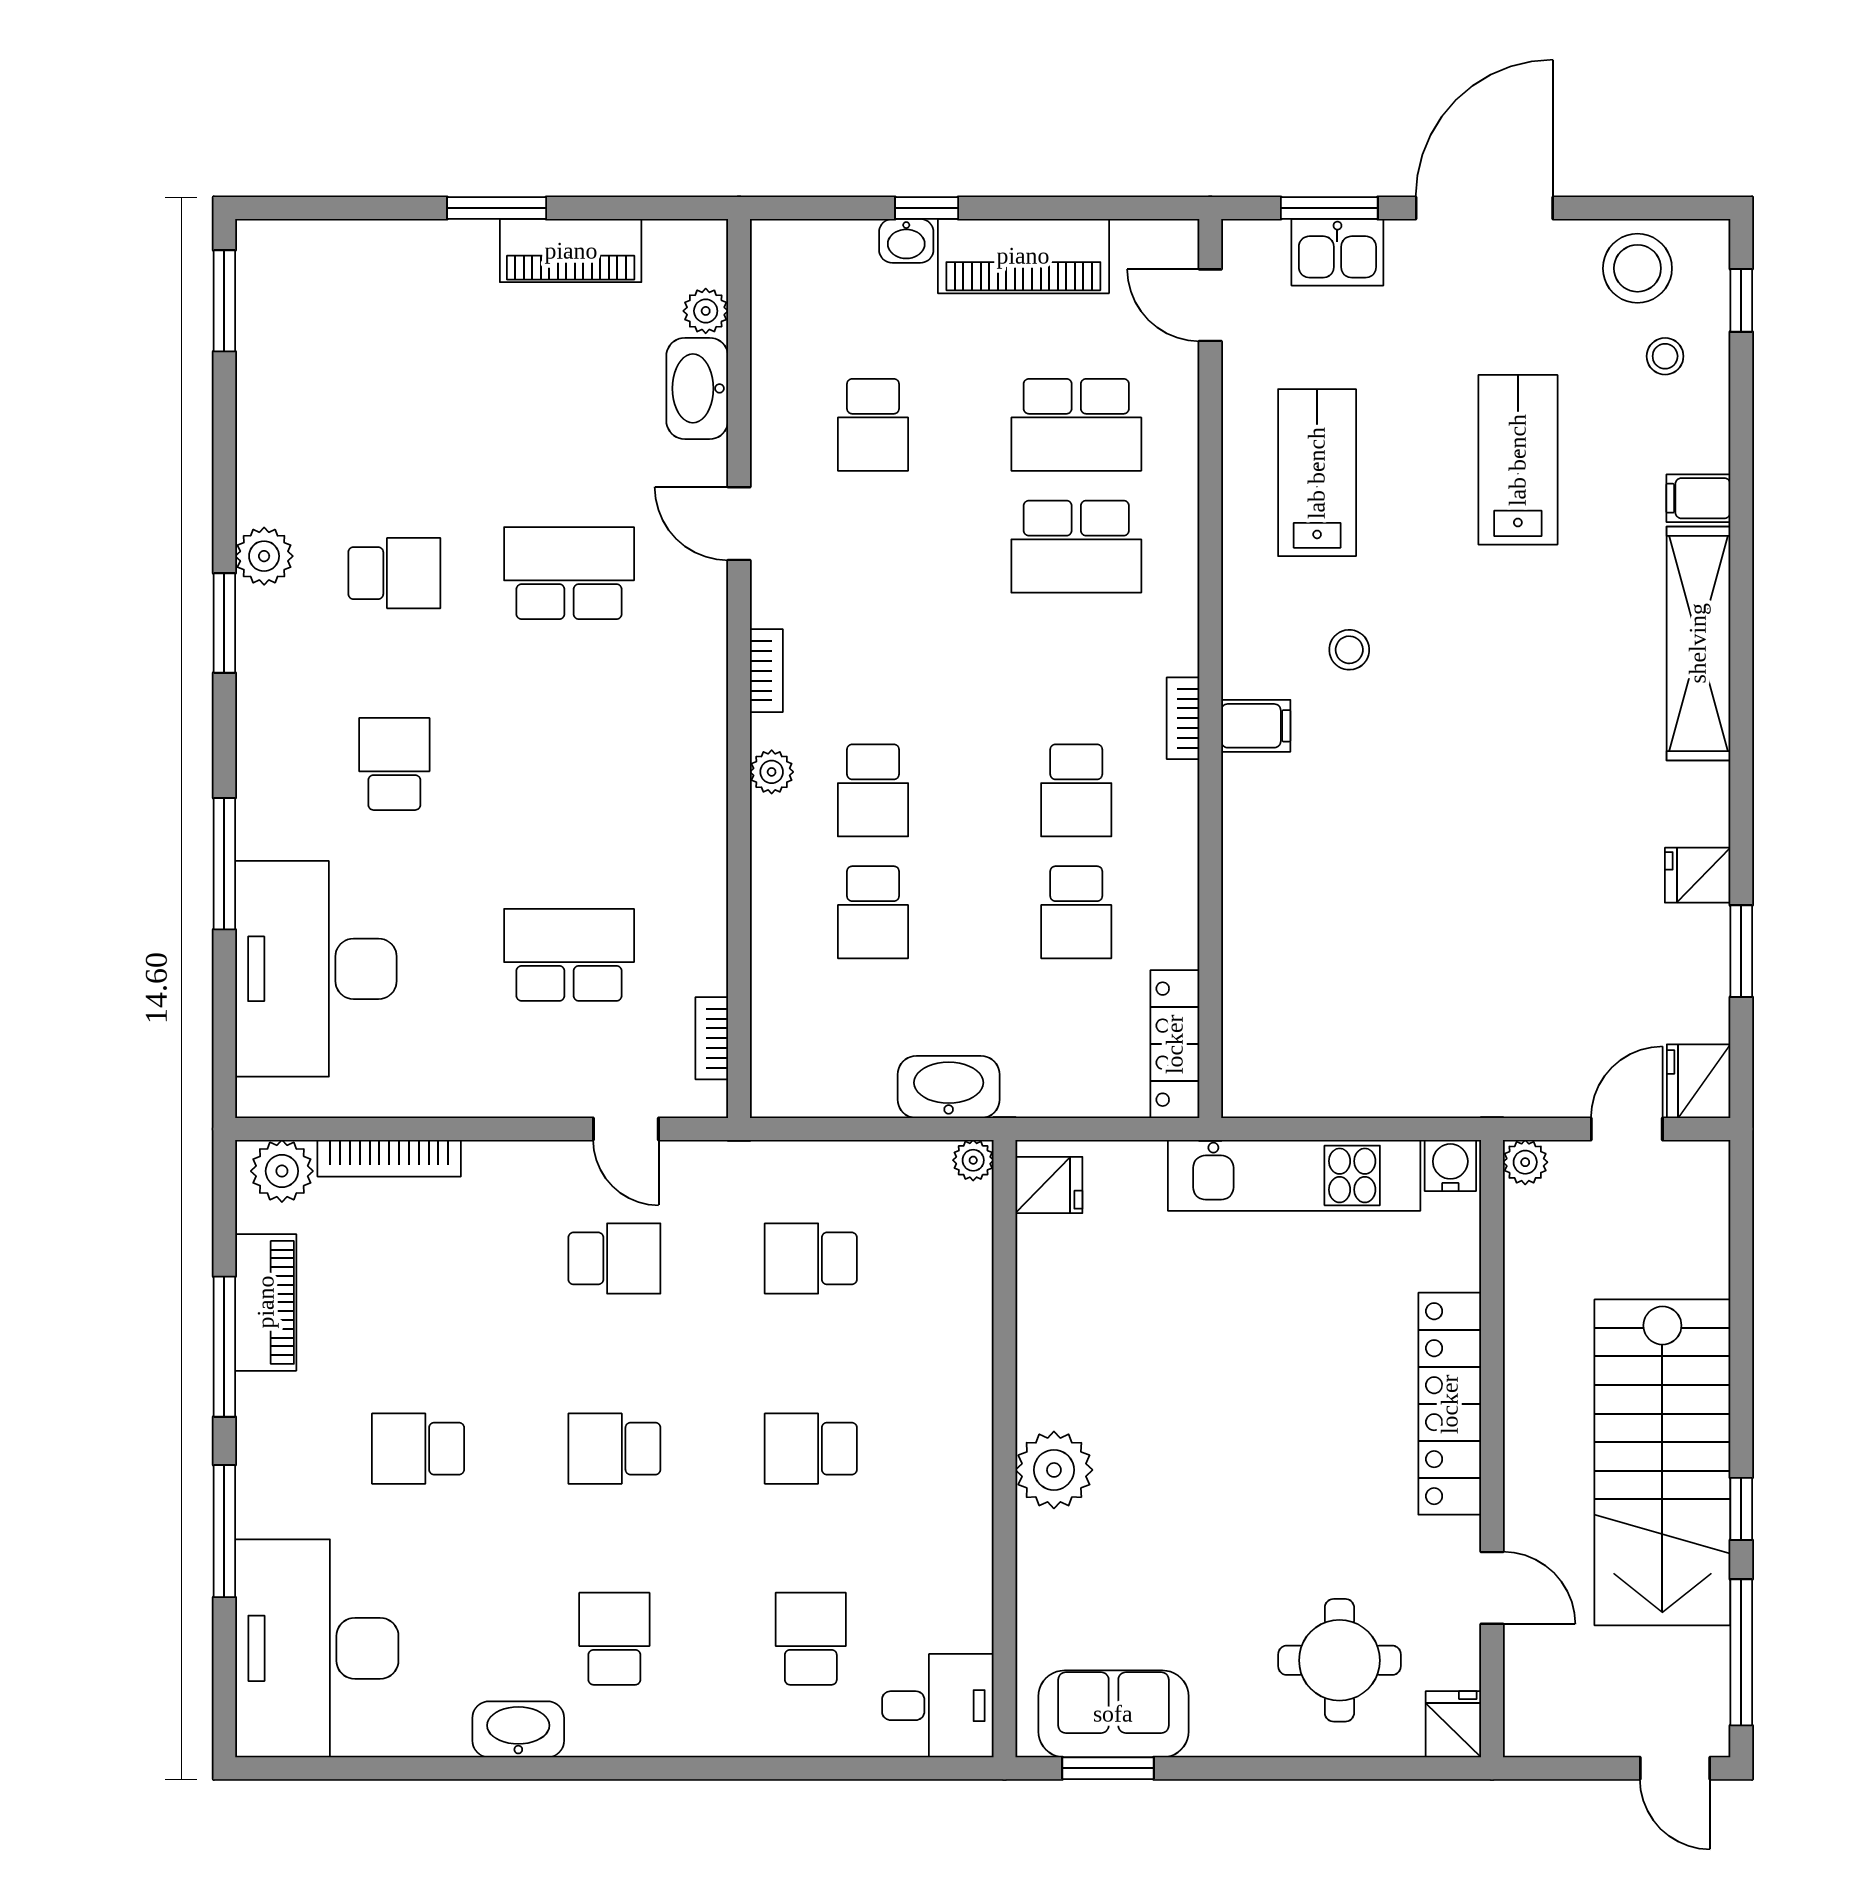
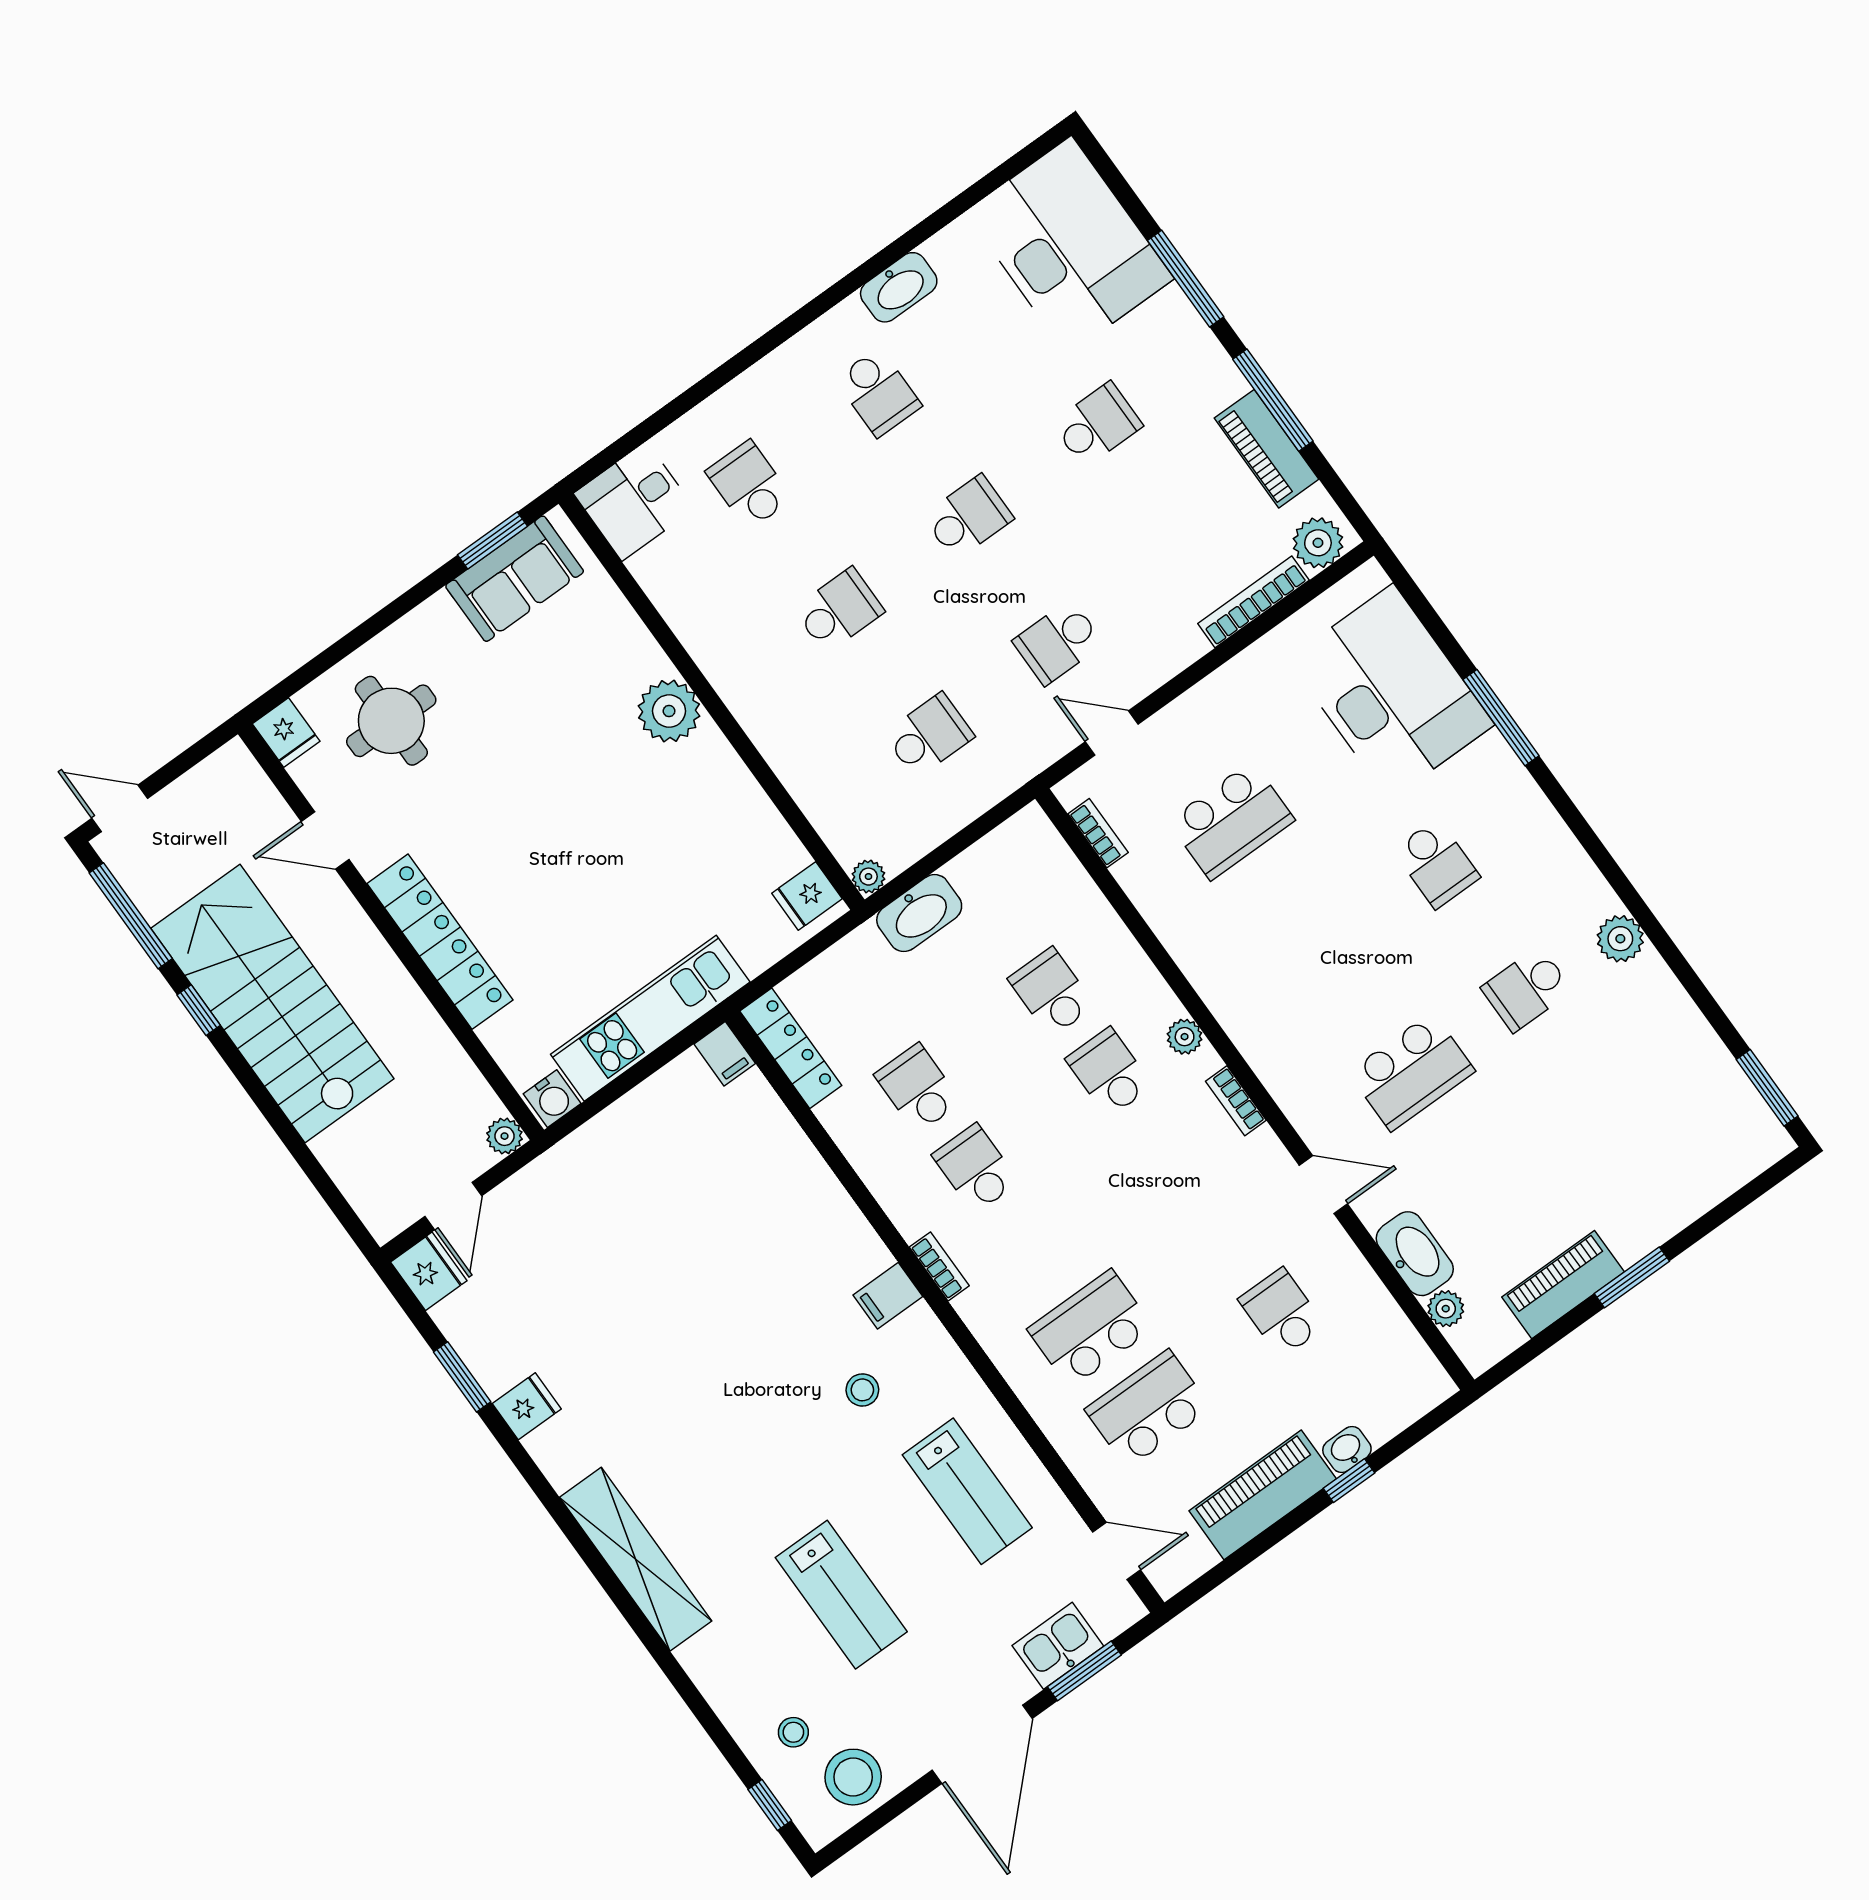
filing cabinet: (1698, 498) -> (725, 1054), moved, turned 90
window: (224, 623) -> (1615, 876), removed
school desk: (811, 1639) -> (749, 485), turned 180

